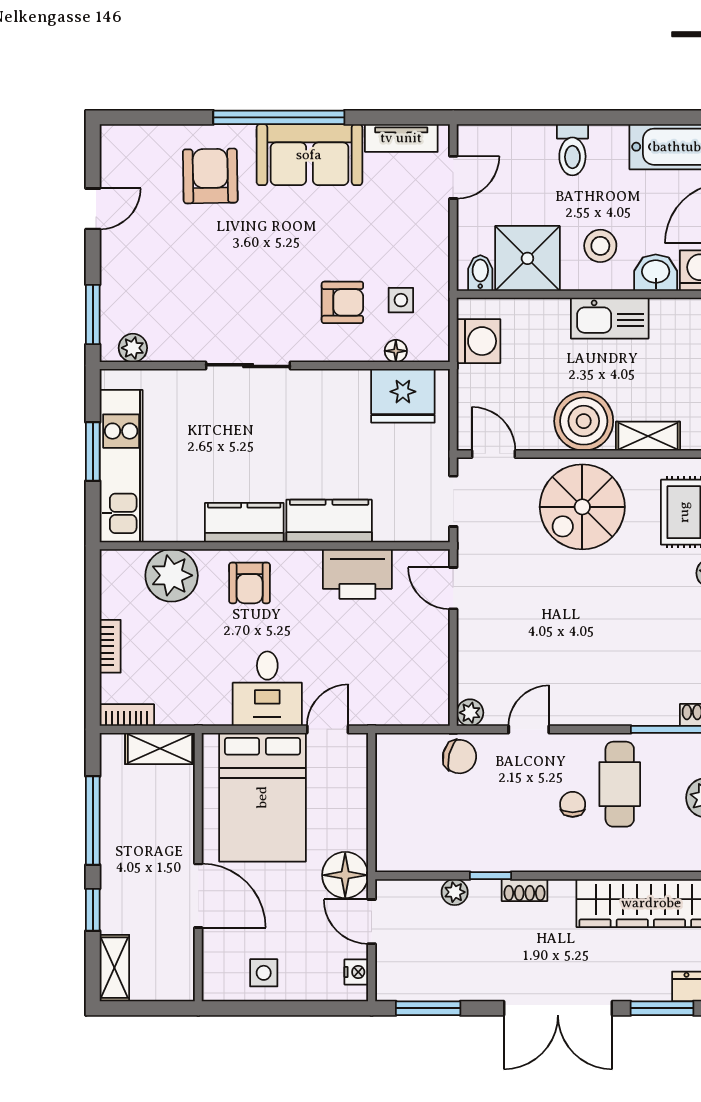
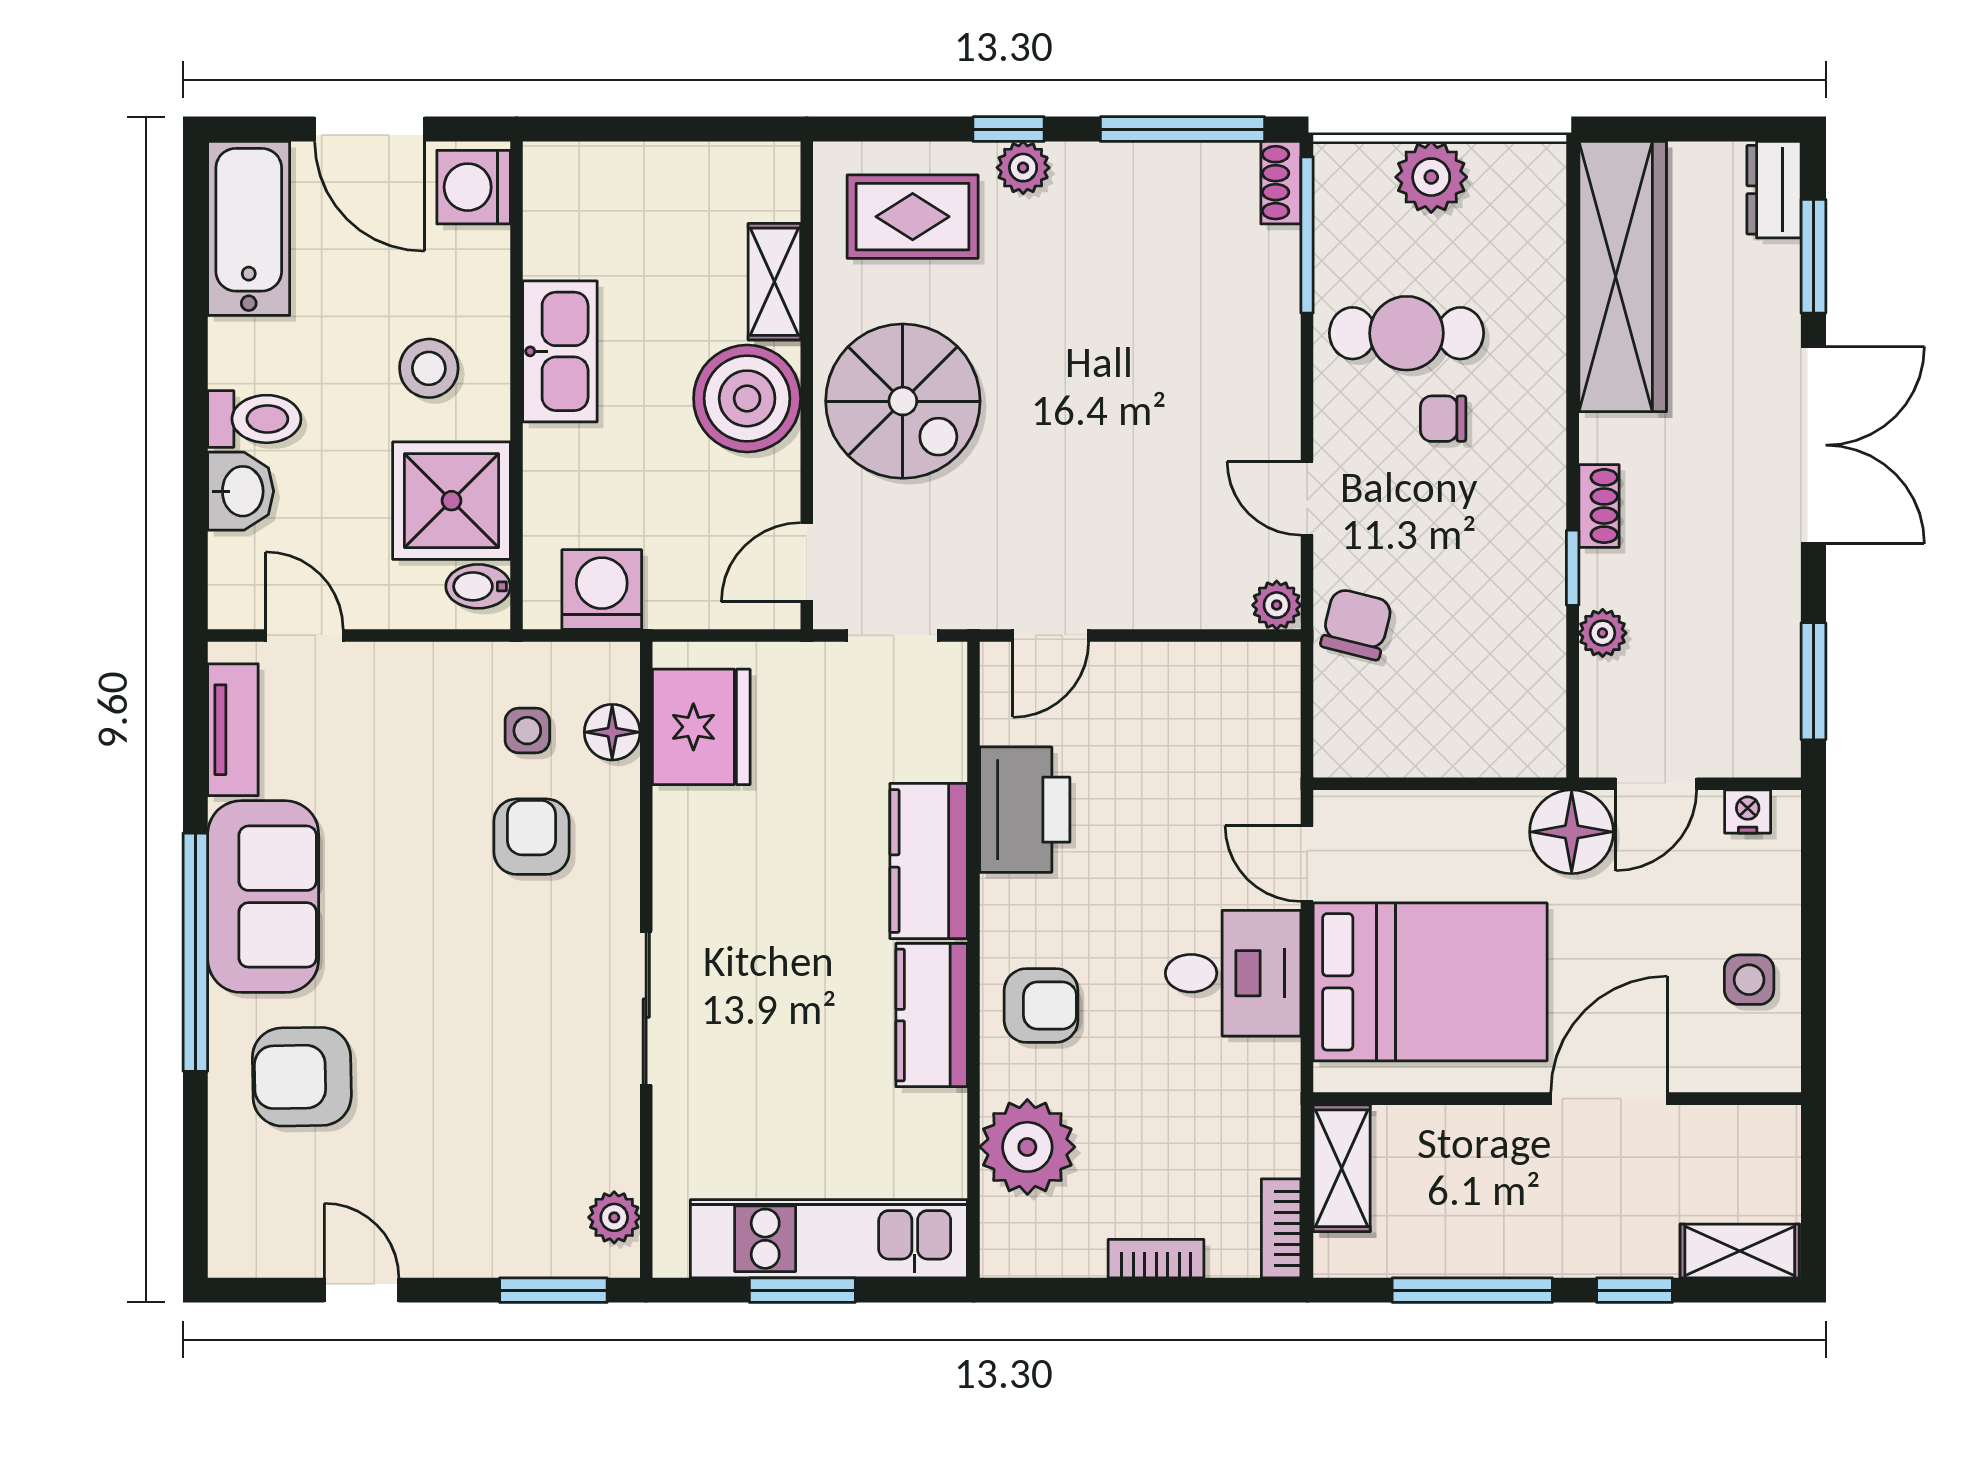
washbasin: (656, 273) -> (241, 491), moved, turned 180
floor lamp: (396, 351) -> (612, 732), width x1.37, depth x1.37

